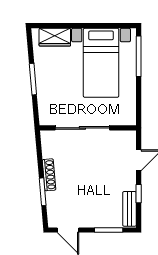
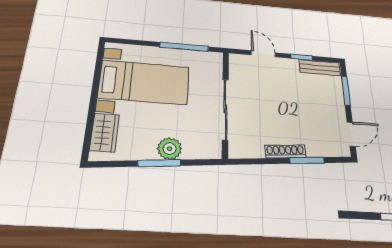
window: (139, 56) -> (184, 47), moved
plant: (45, 86) -> (169, 149), added

